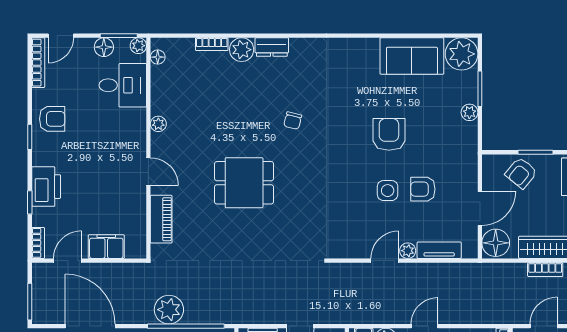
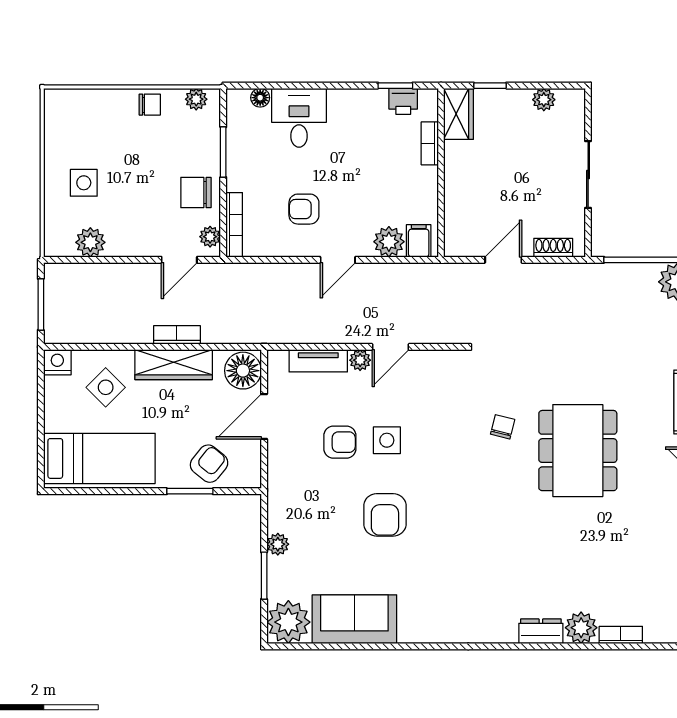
chair: (293, 121) -> (503, 427), moved
dining table: (244, 183) -> (578, 451), width x1.38

